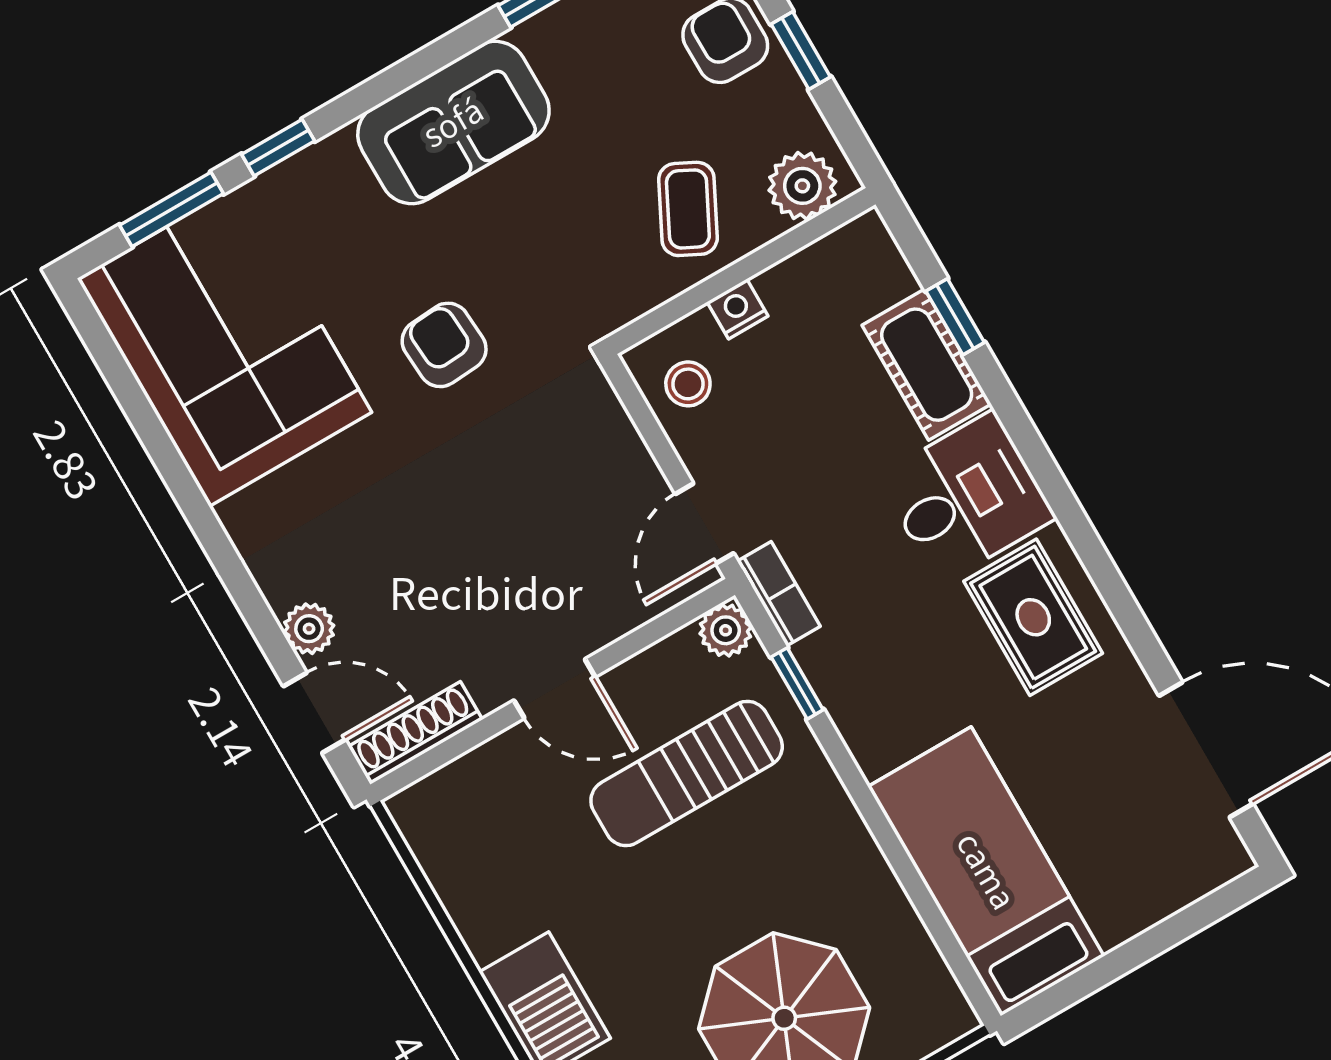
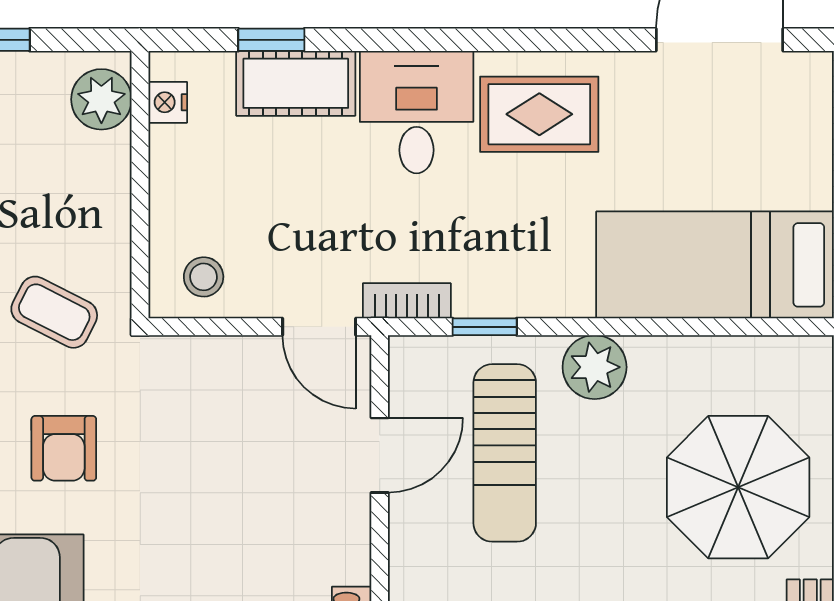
coffee table: (688, 209) -> (54, 312), moved
nightstand: (738, 309) -> (168, 102), moved
armchair: (444, 345) -> (64, 448), turned -86
plant: (726, 630) -> (595, 367), moved, width x1.38, depth x1.38
door: (555, 689) -> (380, 455), moved

